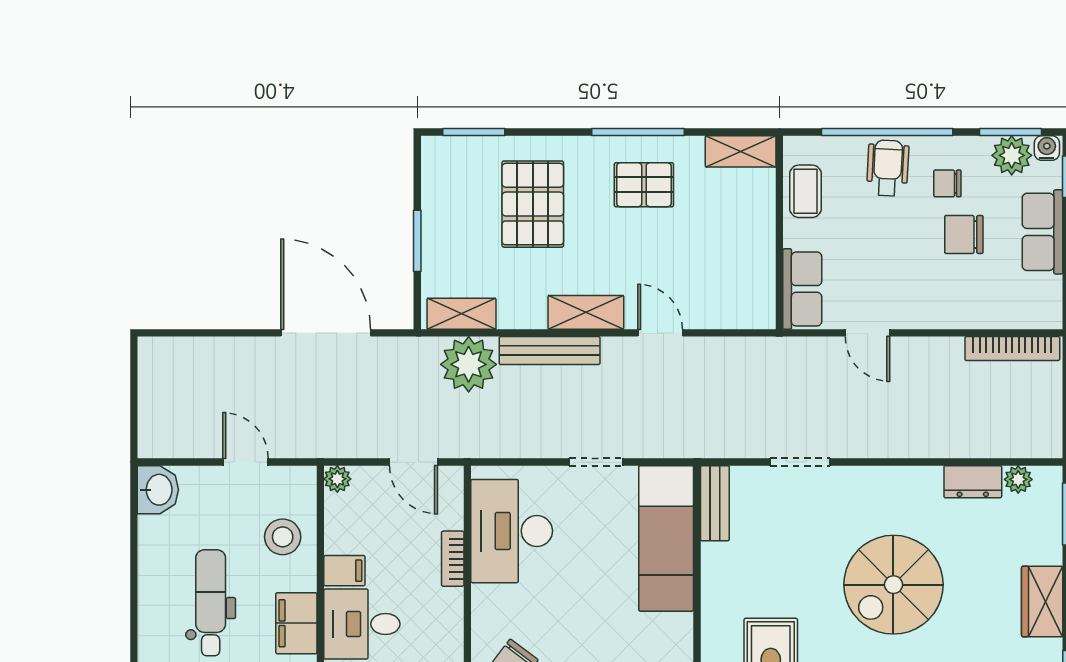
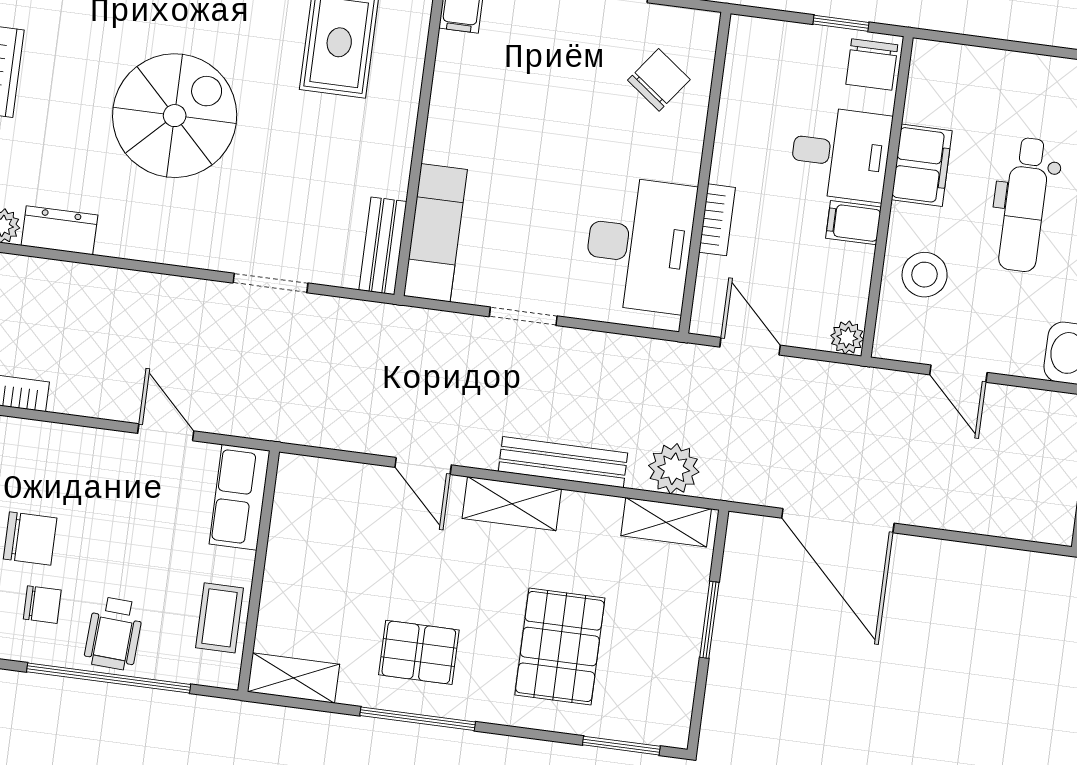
plant: (469, 364) -> (674, 469), width x0.73, depth x0.73
exam couch: (666, 538) -> (435, 233), width x0.73, depth x0.69

